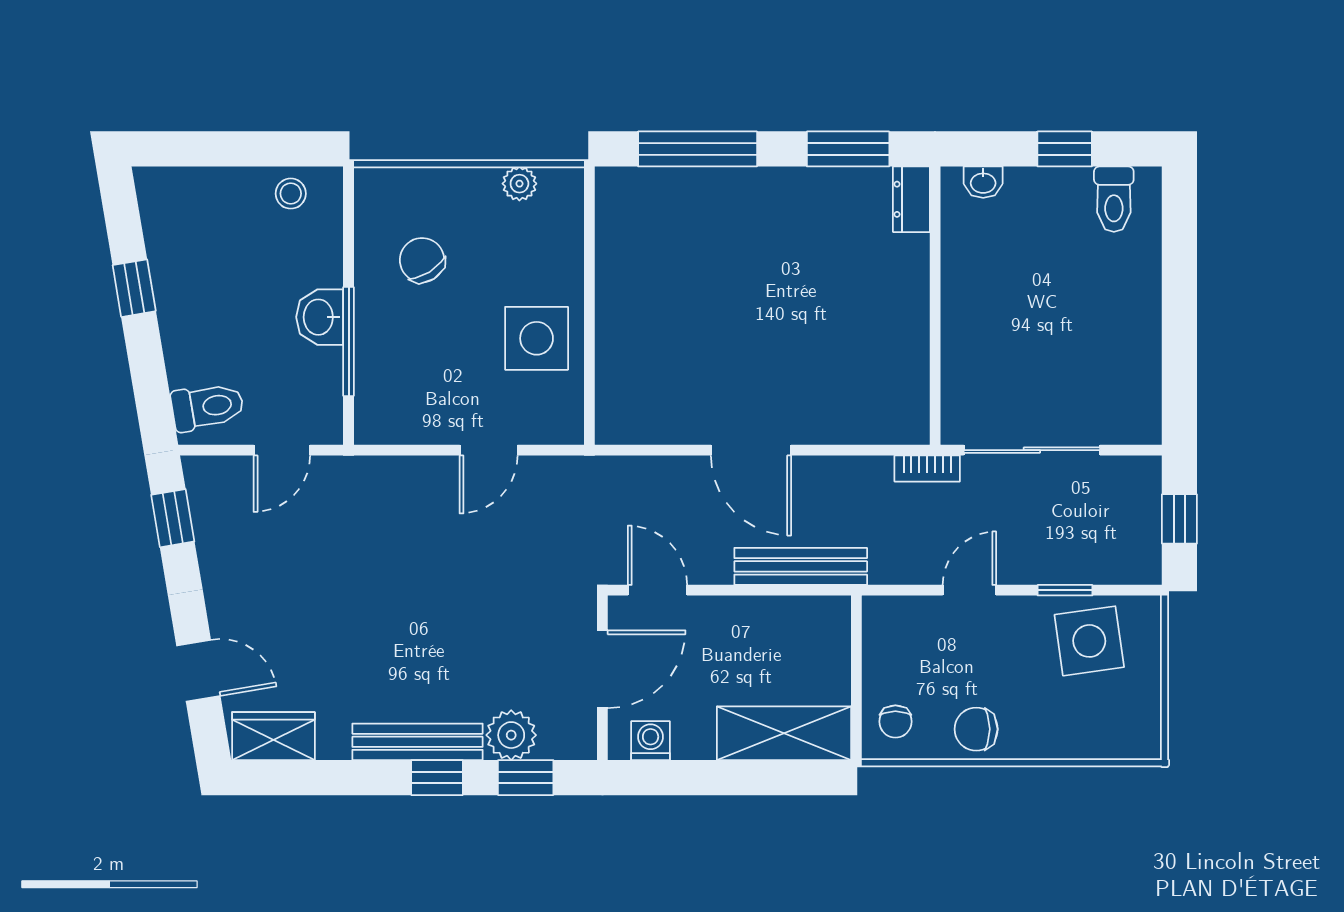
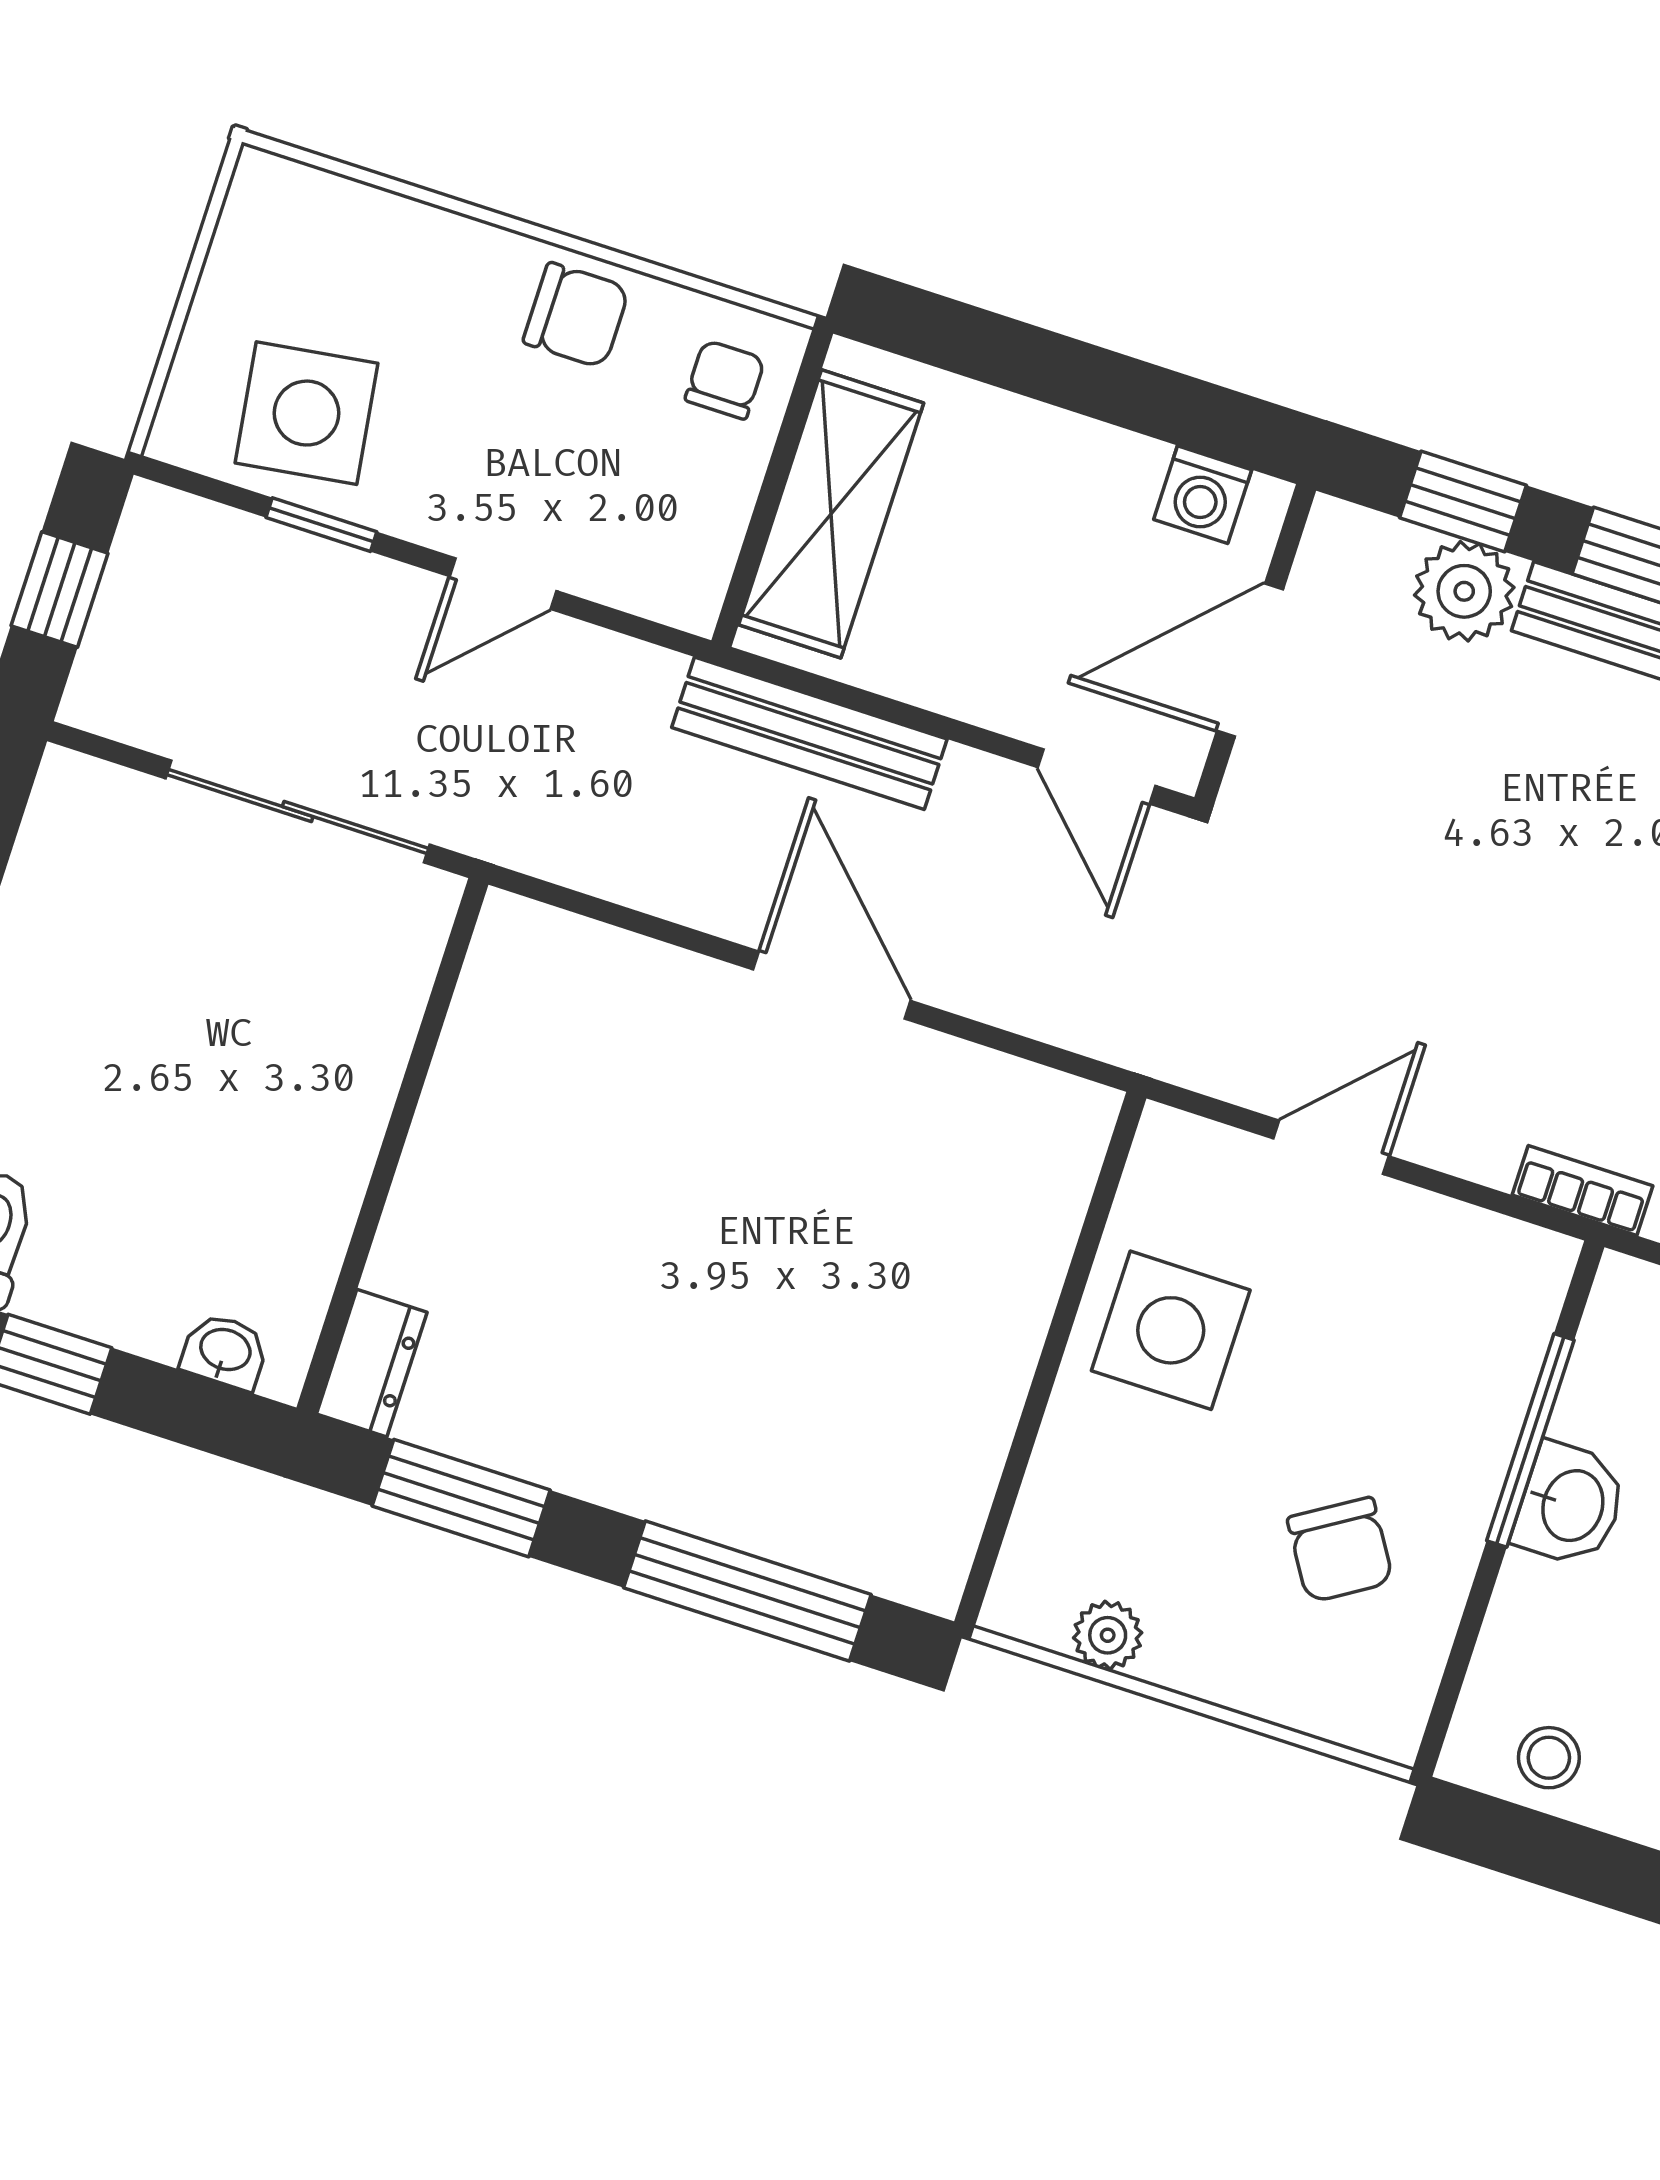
bookcase: (927, 468) -> (1583, 1190), moved
shelving: (784, 733) -> (831, 514), moved, turned 90

